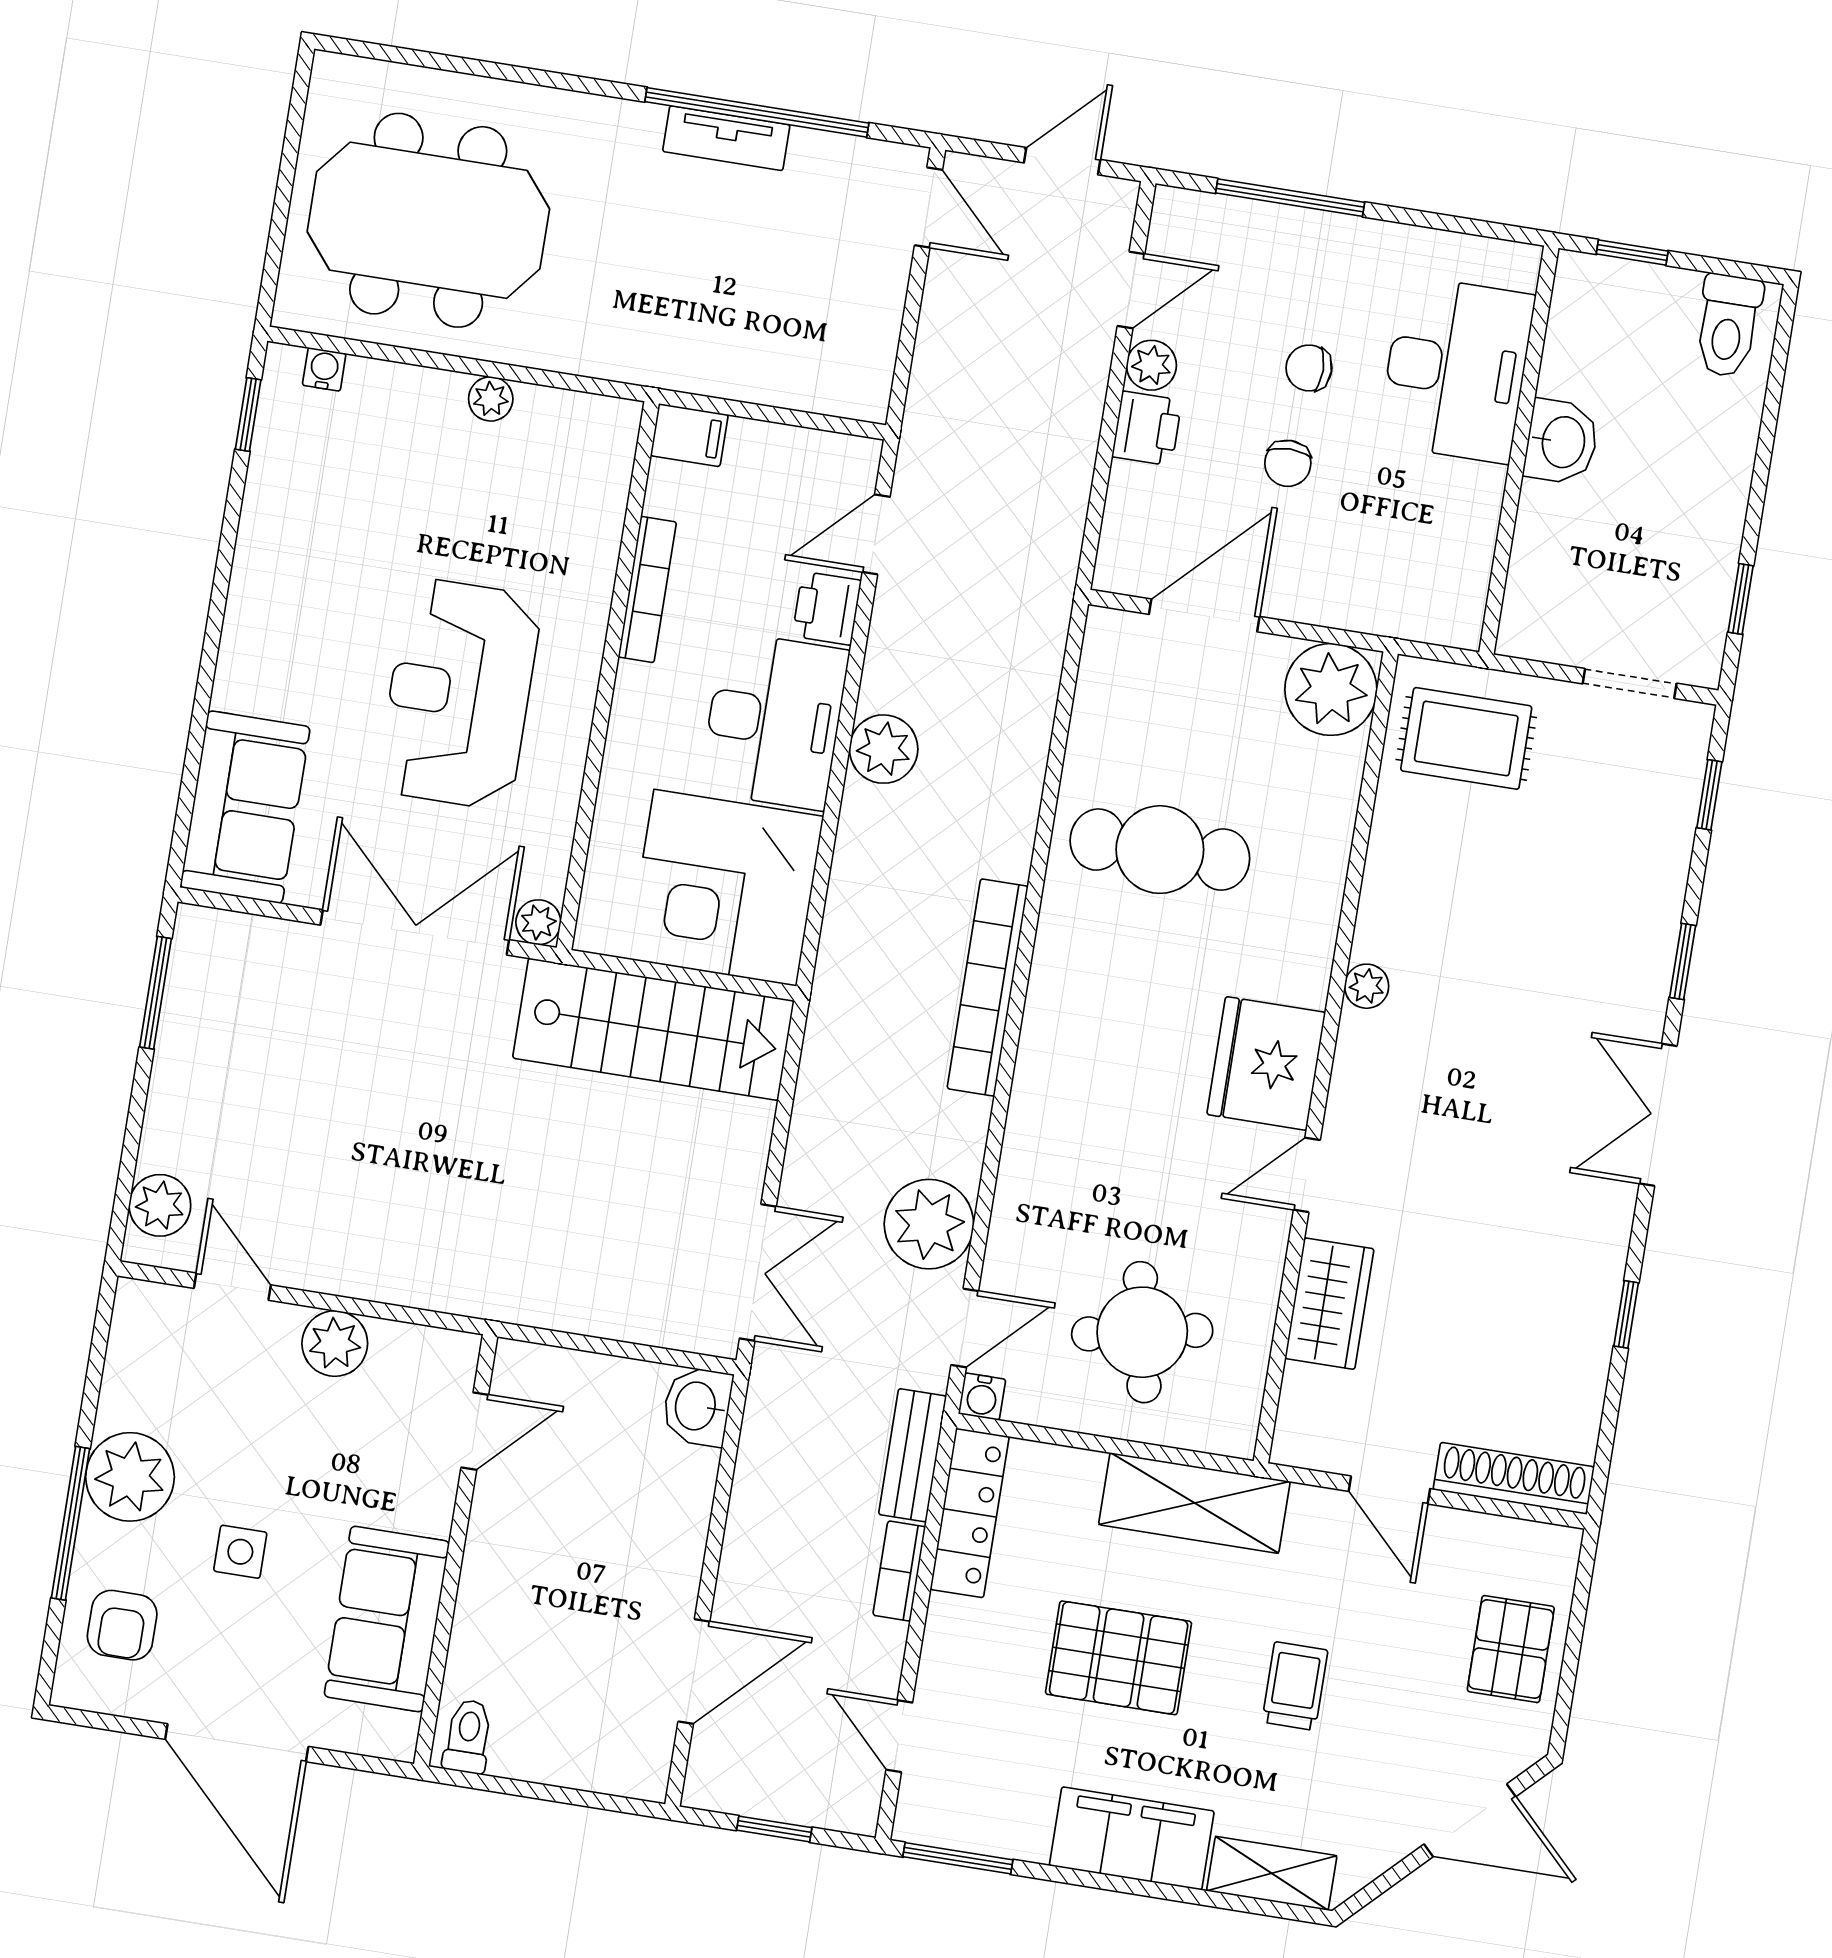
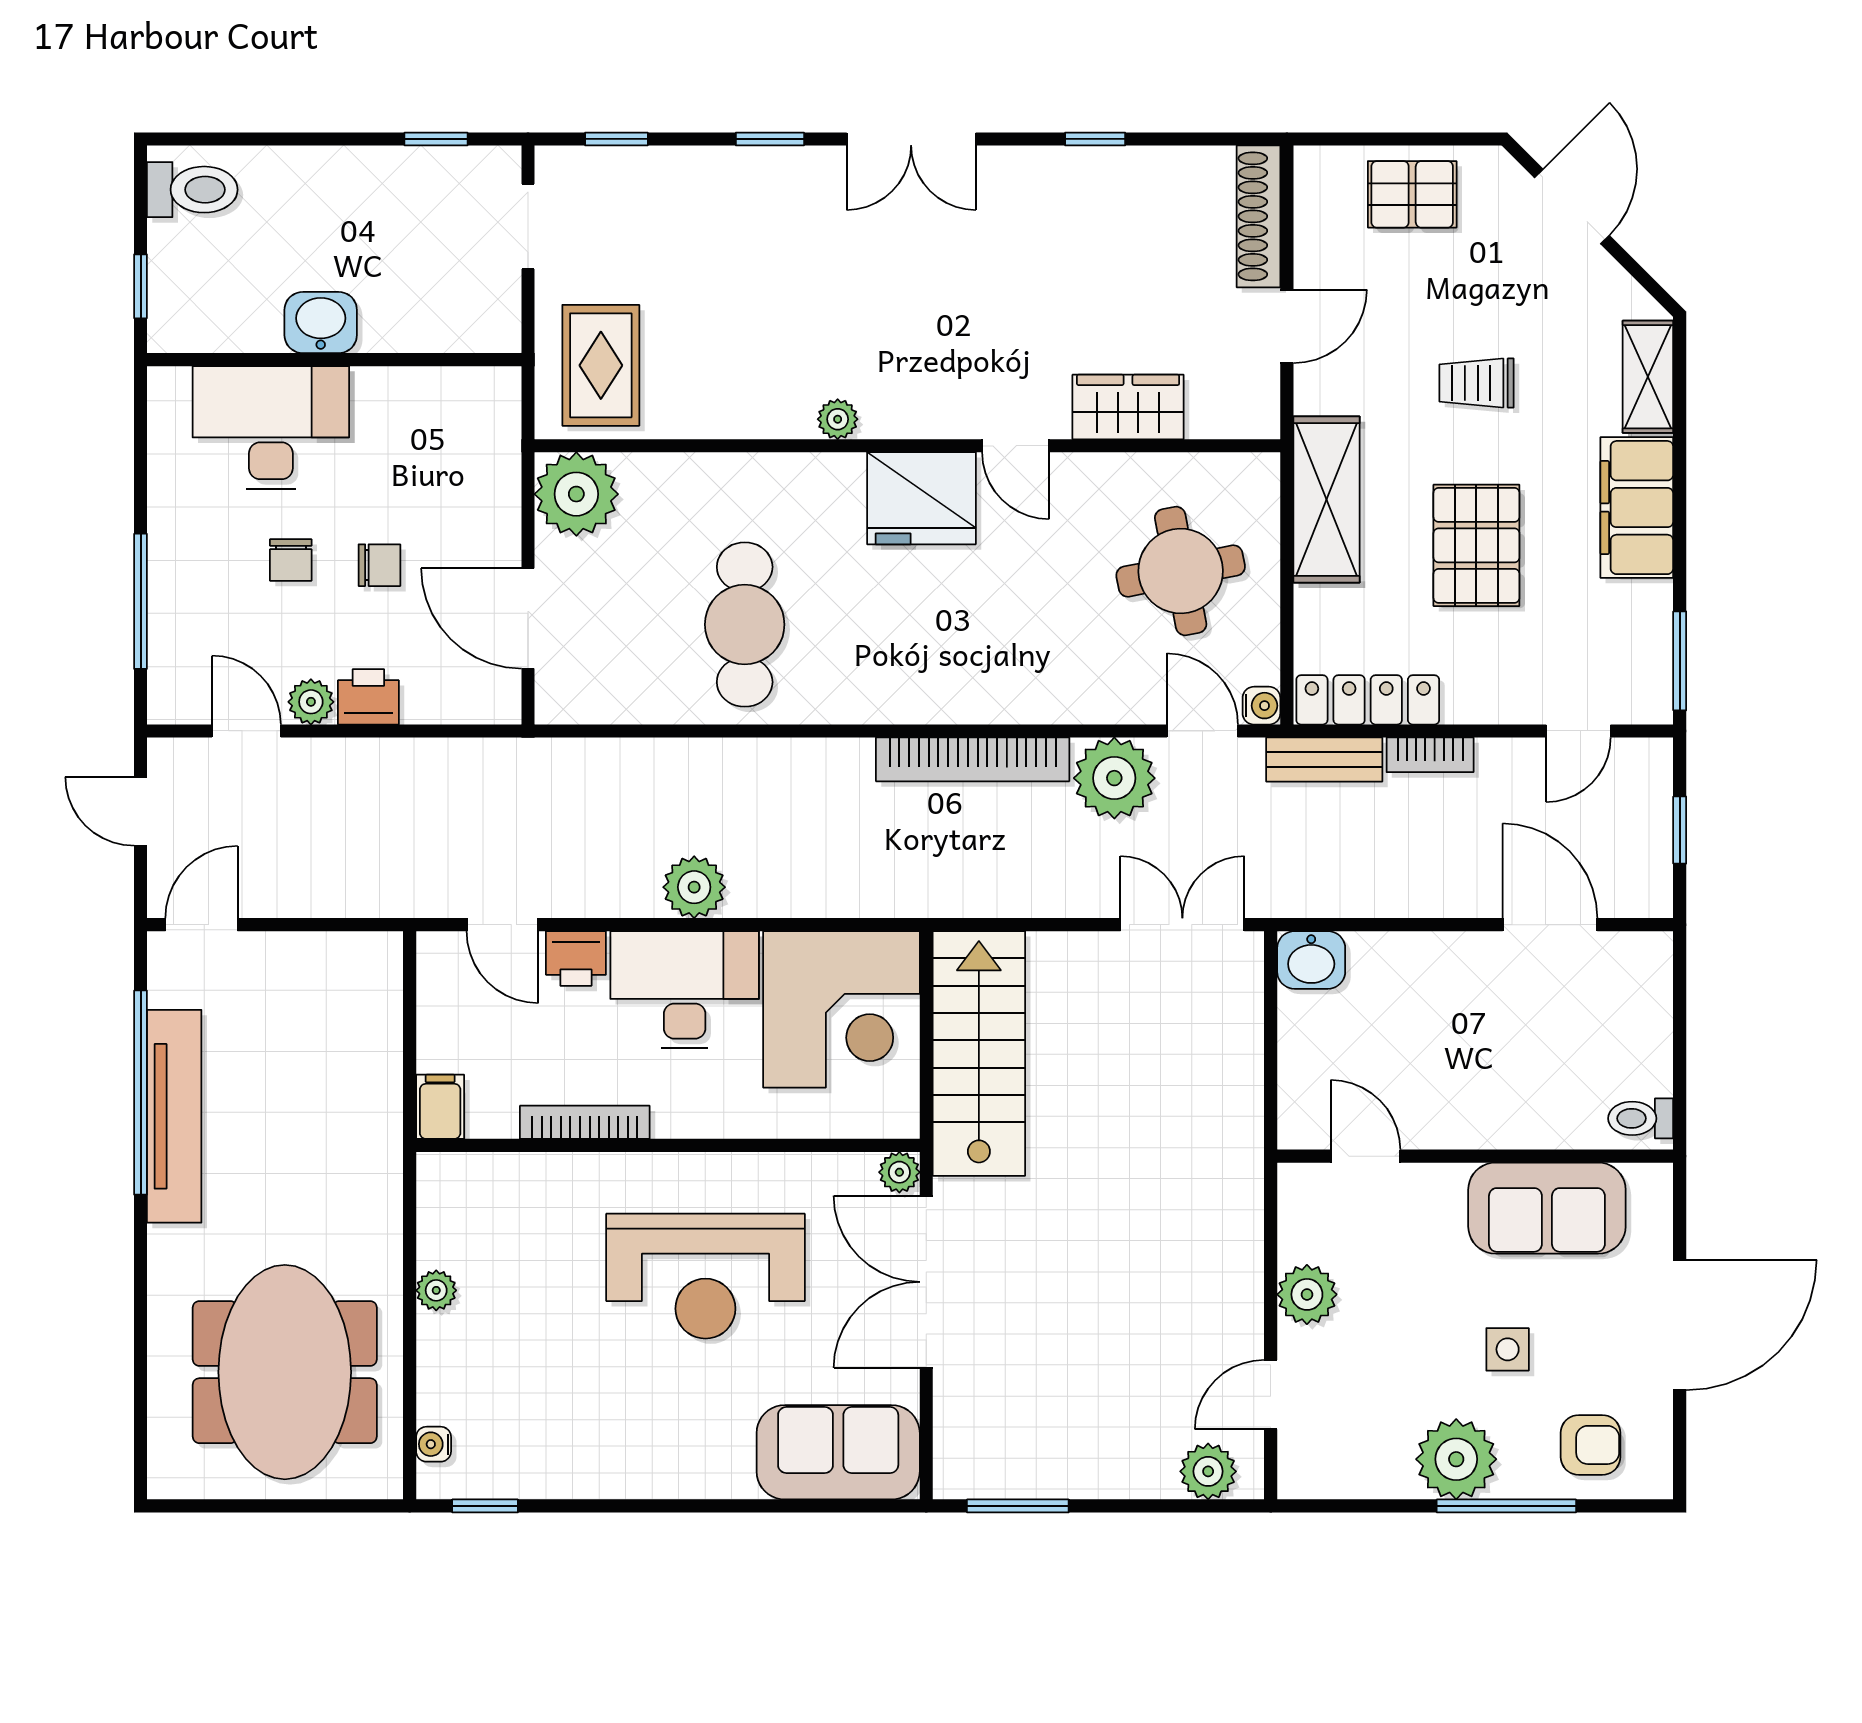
tv unit: (726, 138) -> (174, 1116), width x1.92, depth x1.29
bookcase: (988, 987) -> (973, 759), moved

